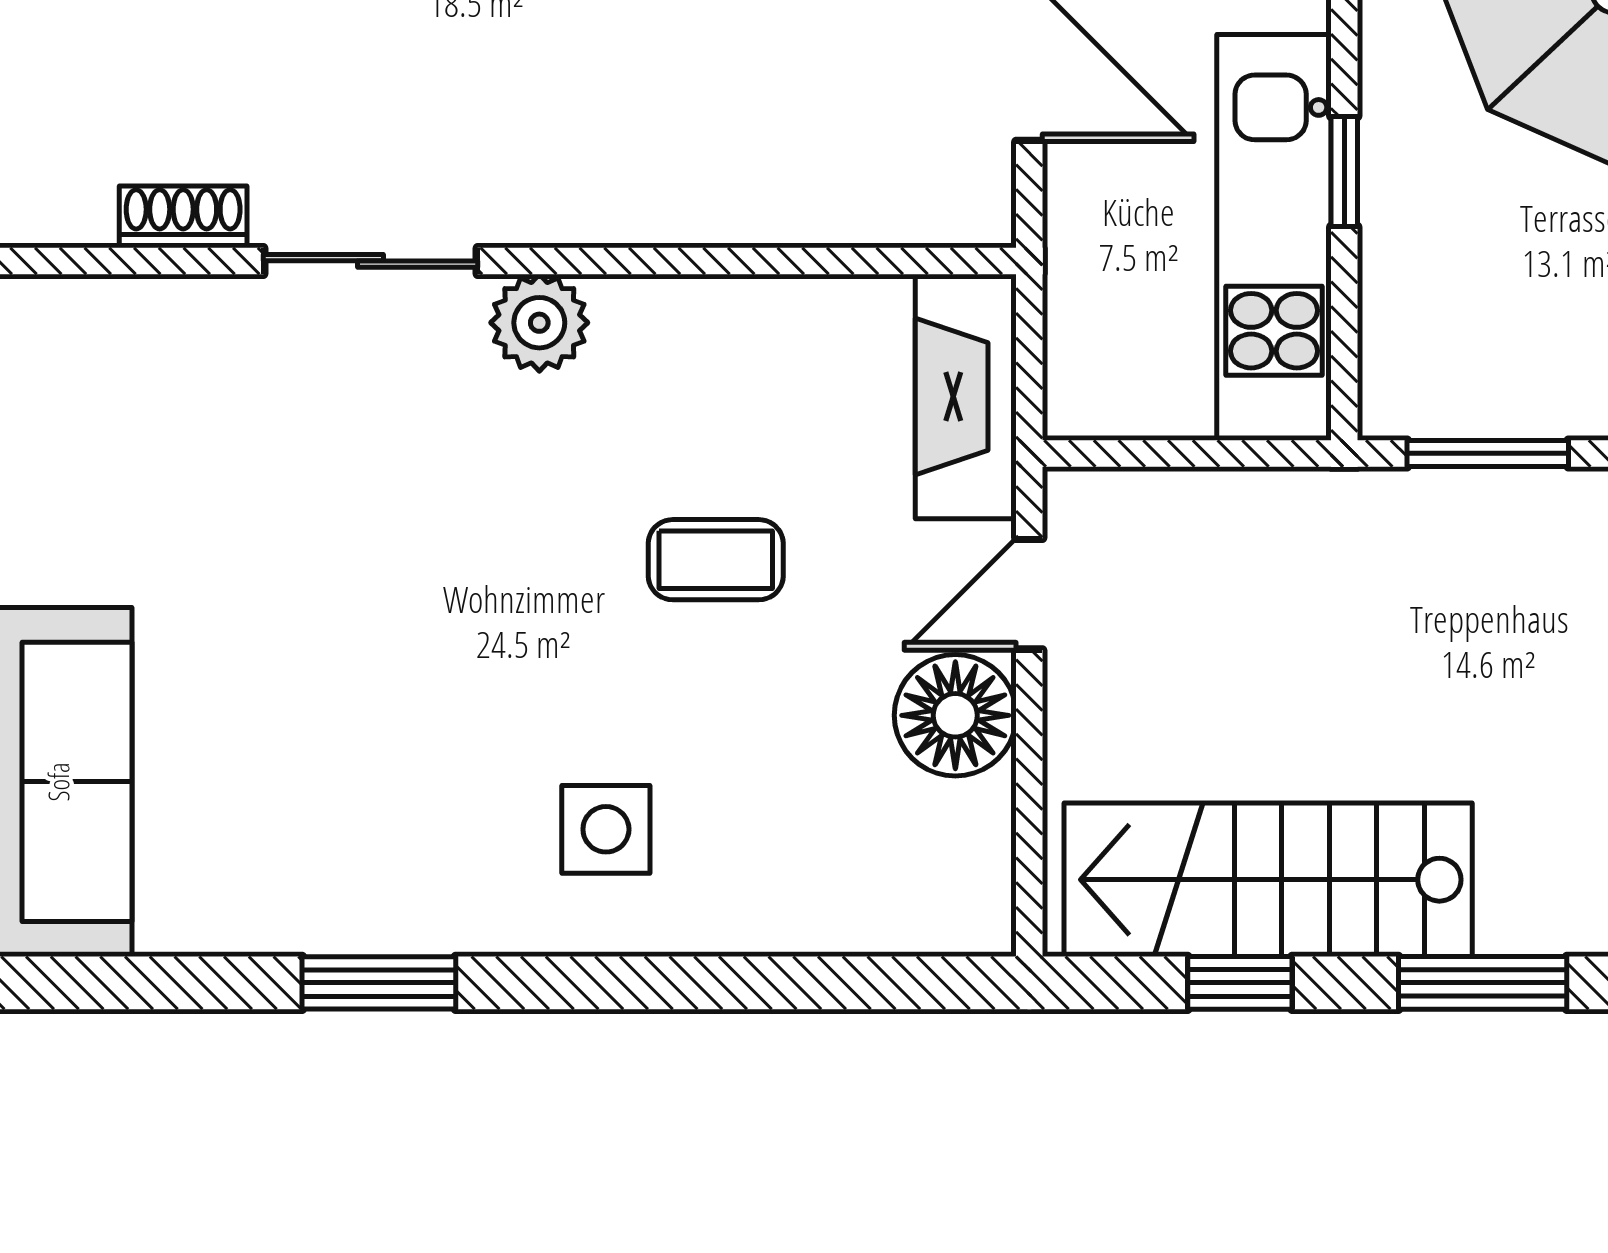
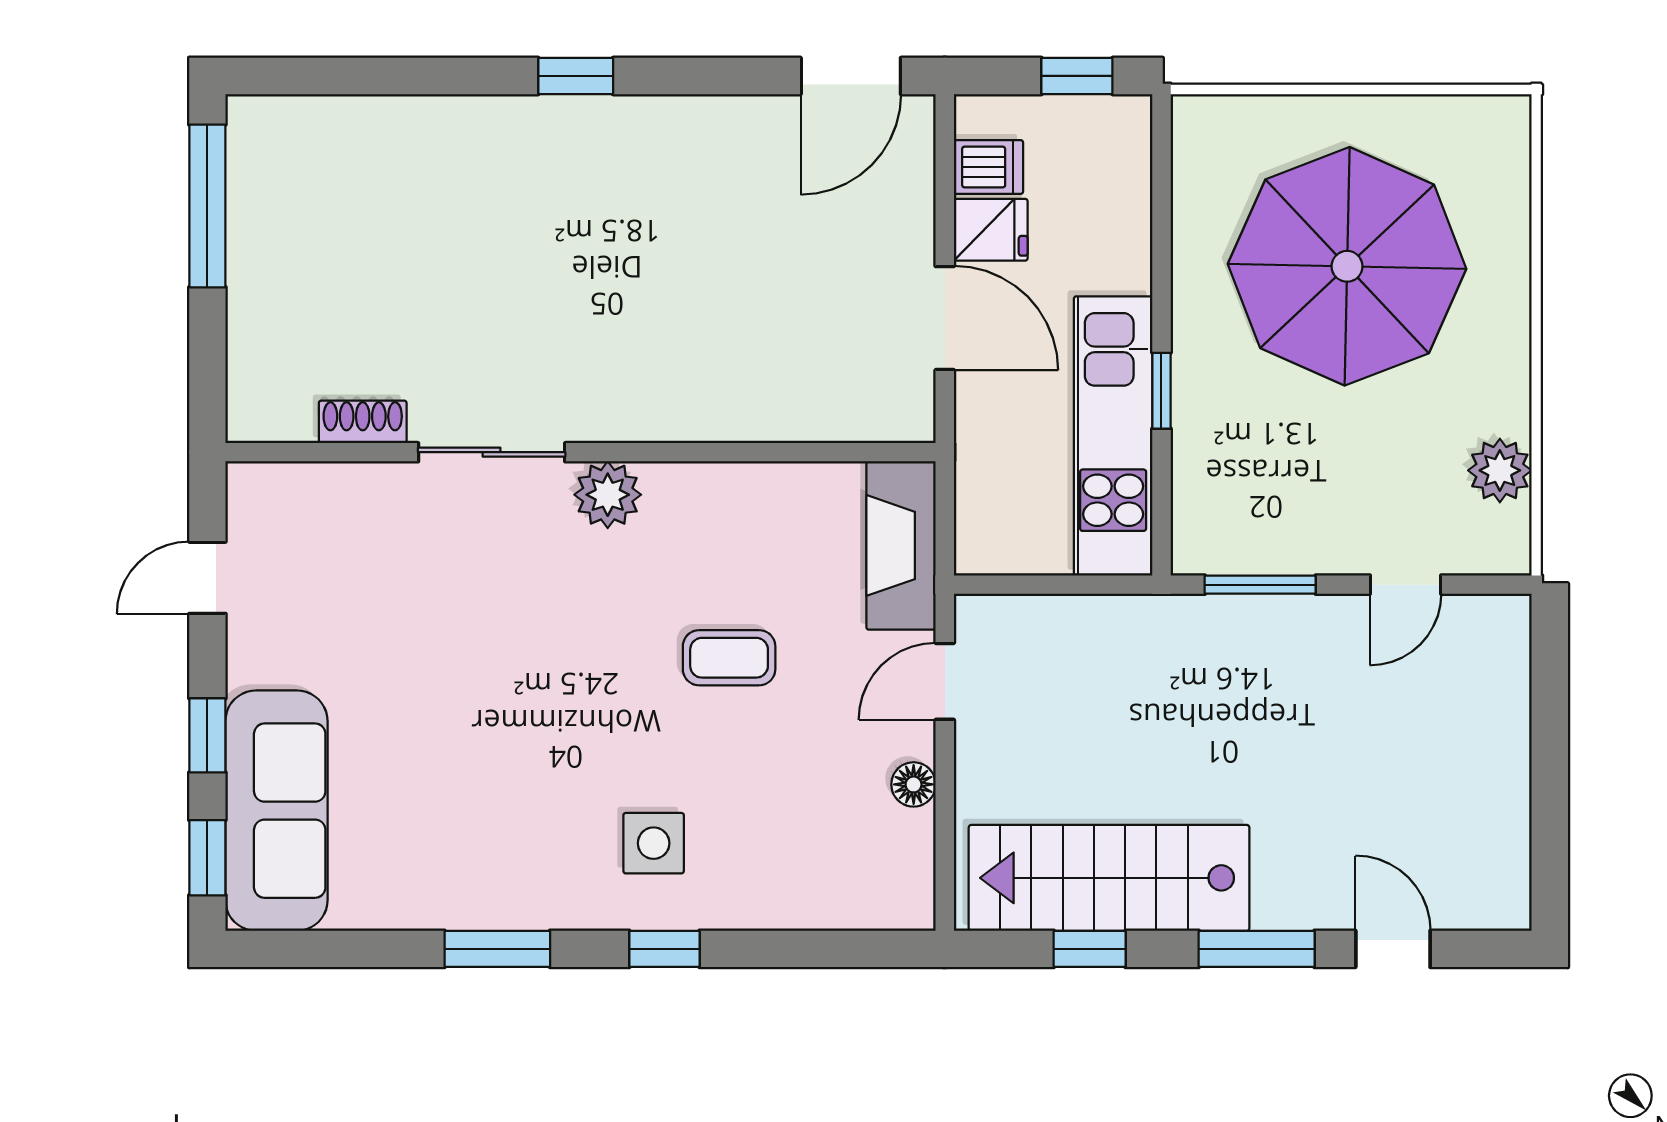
floor lamp: (955, 715) -> (914, 784), width x0.53, depth x0.53
window: (622, 983) -> (664, 949), added

